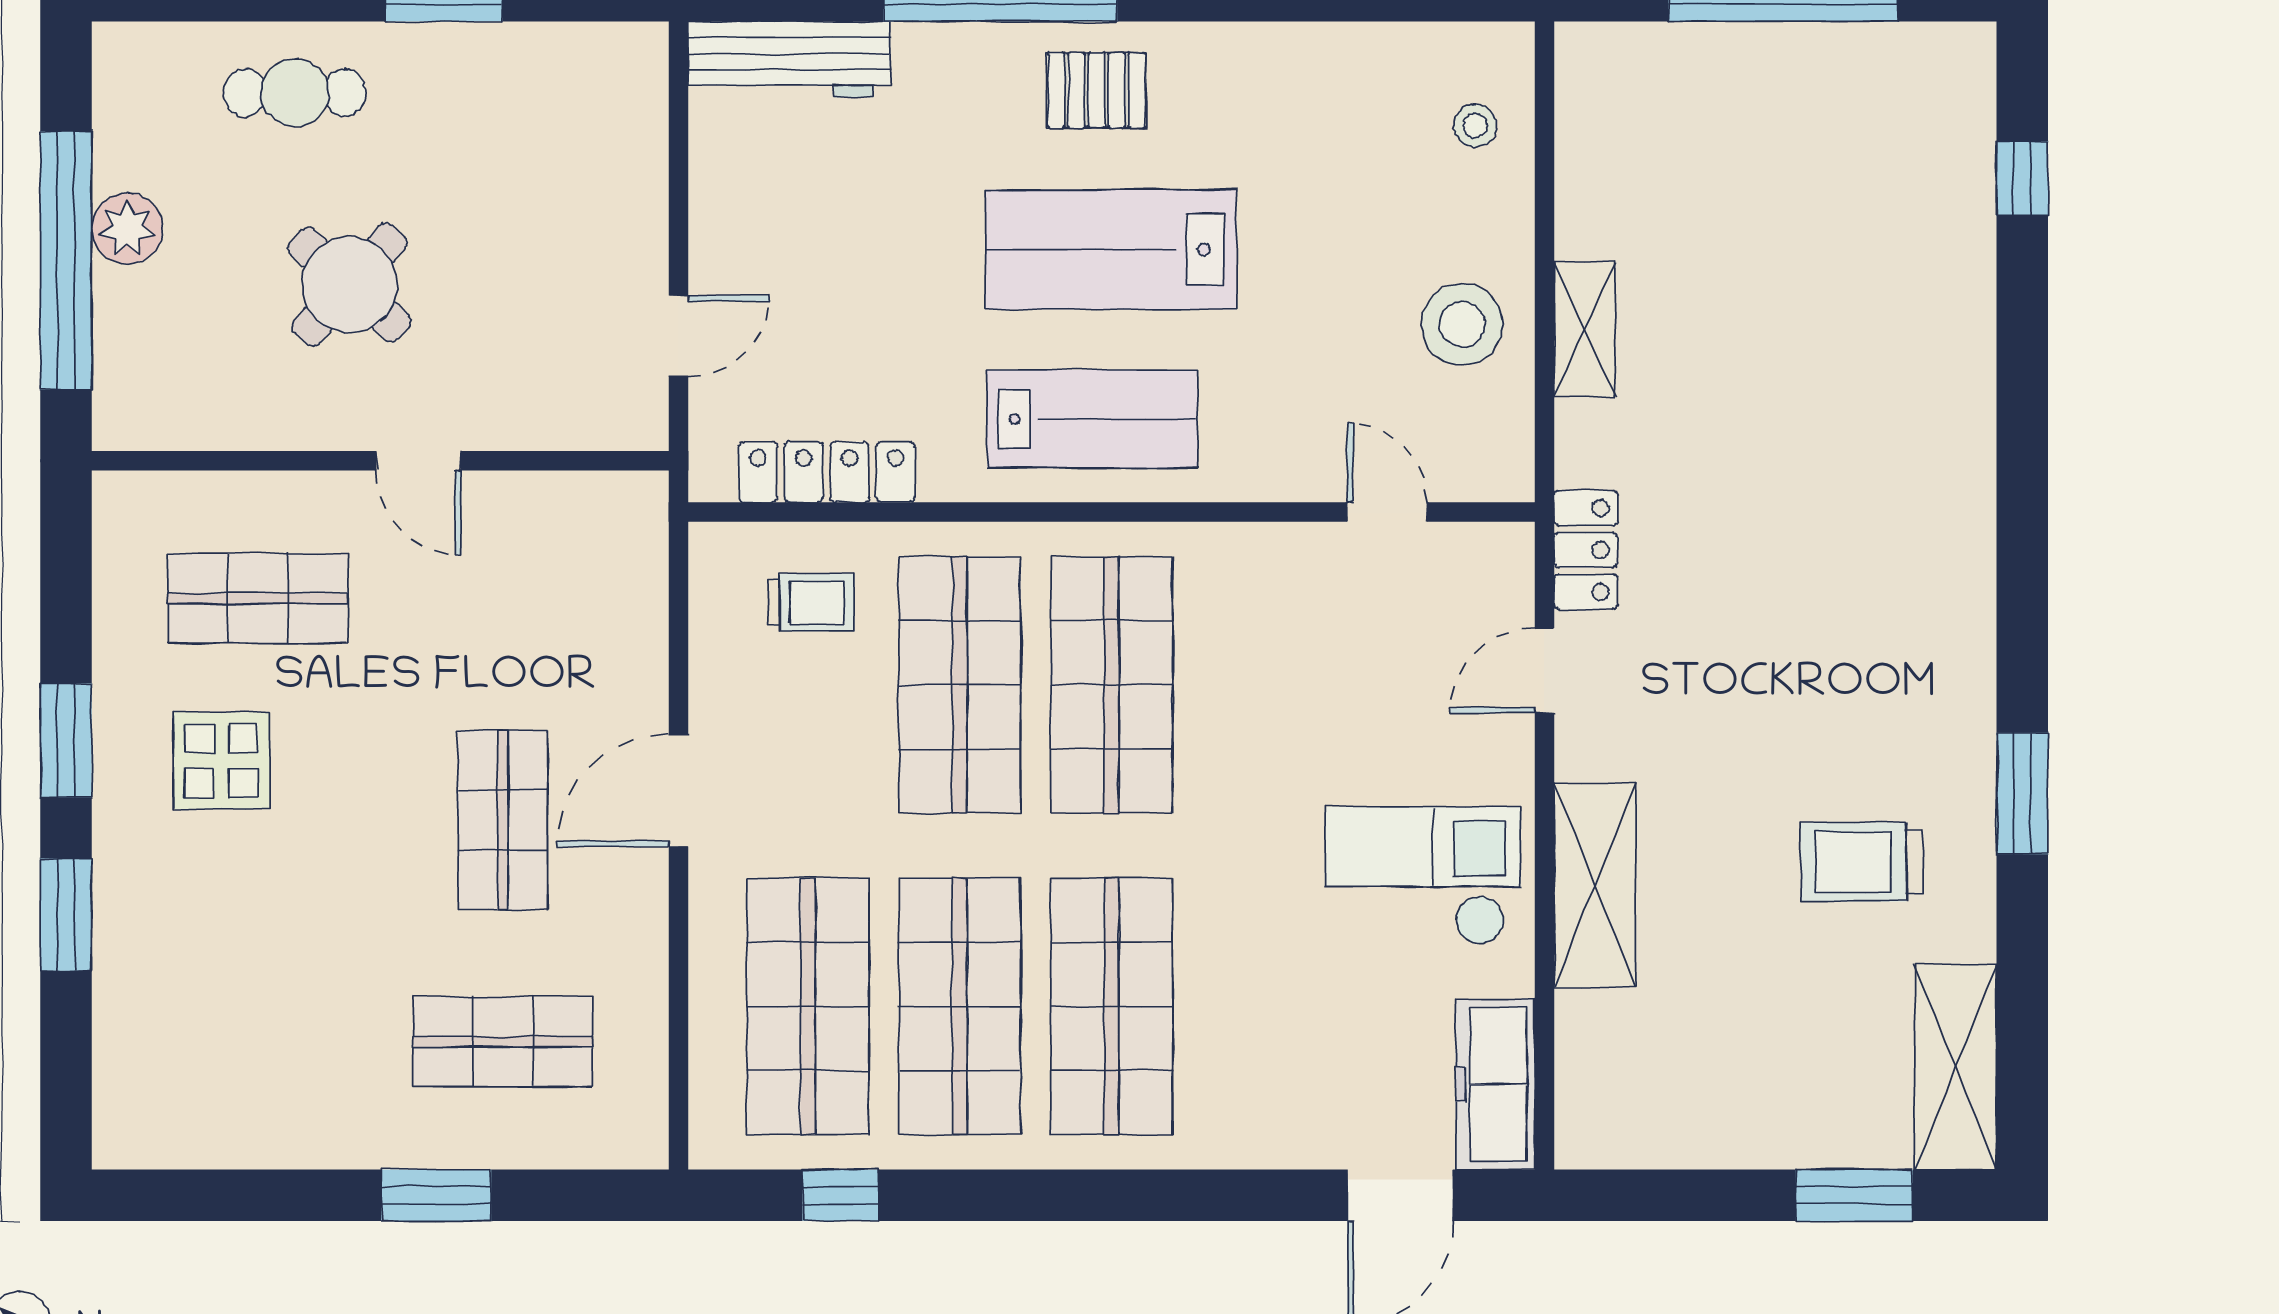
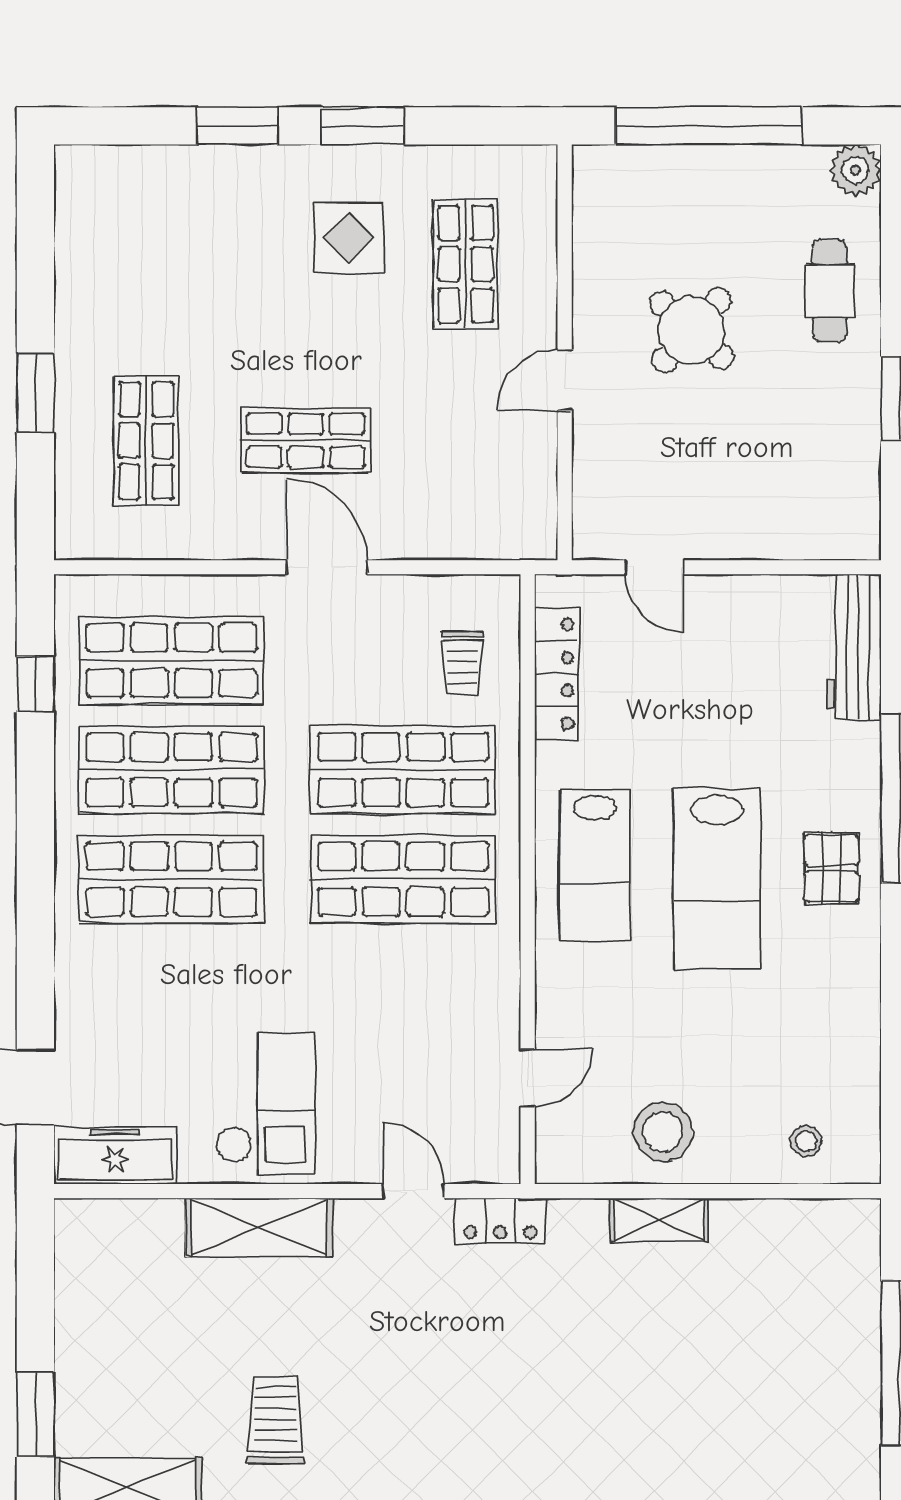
plant: (127, 229) -> (855, 170), moved
lab bench: (1111, 249) -> (717, 879), turned 180

